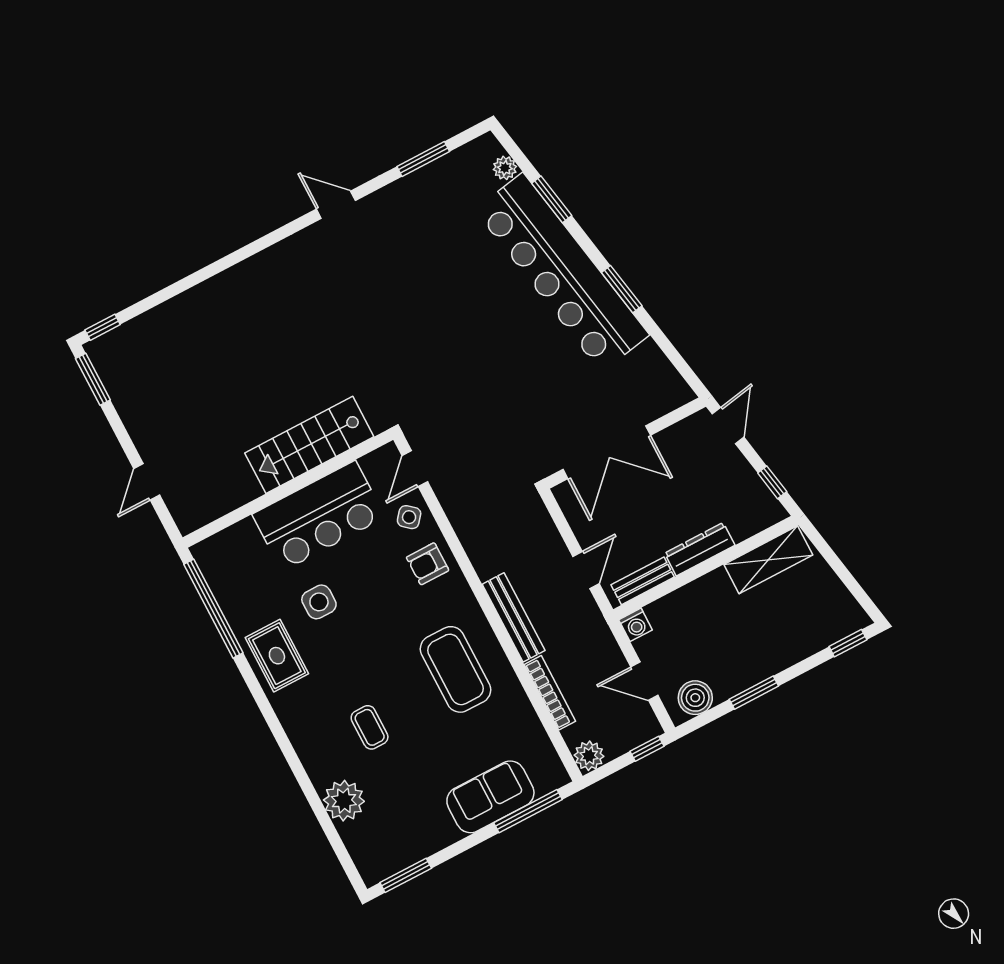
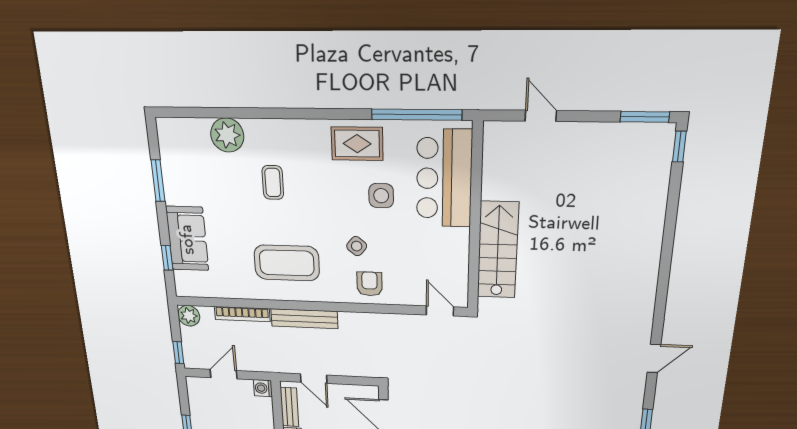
bar counter: (319, 516) -> (444, 179), moved
side table: (409, 517) -> (357, 246), moved
boiler: (695, 698) -> (199, 397), removed
coffee table: (370, 727) -> (273, 182), turned 90
window: (528, 811) -> (167, 258), width x0.46
window: (406, 875) -> (158, 181), moved

